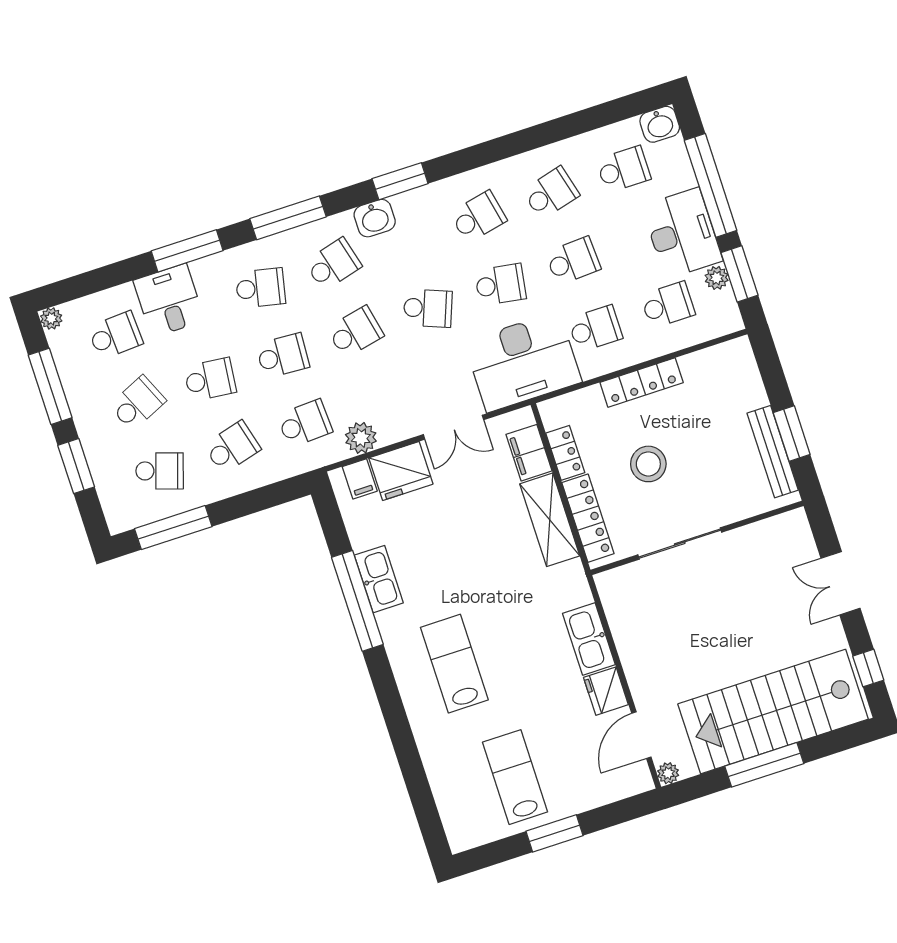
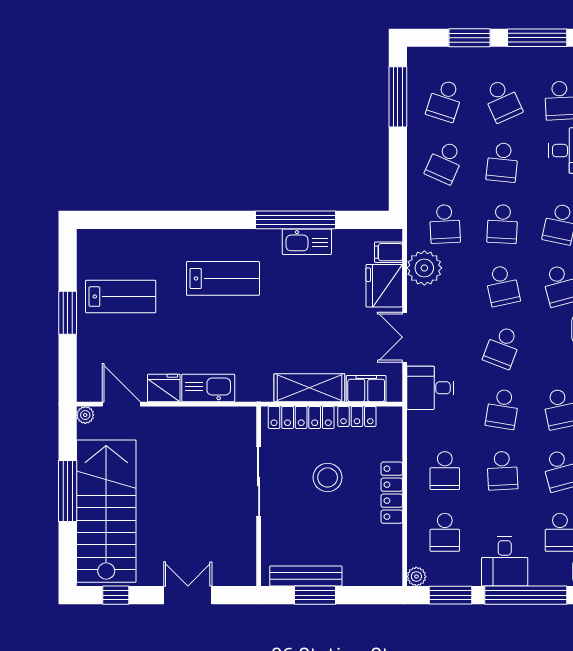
desk: (682, 233) -> (505, 561), width x0.73
plant: (717, 278) -> (416, 577), moved
desk: (523, 362) -> (430, 388), width x0.53, depth x0.77
plant: (361, 438) -> (424, 268), width x1.36, depth x1.36
school desk: (232, 447) -> (445, 162), turned 39

